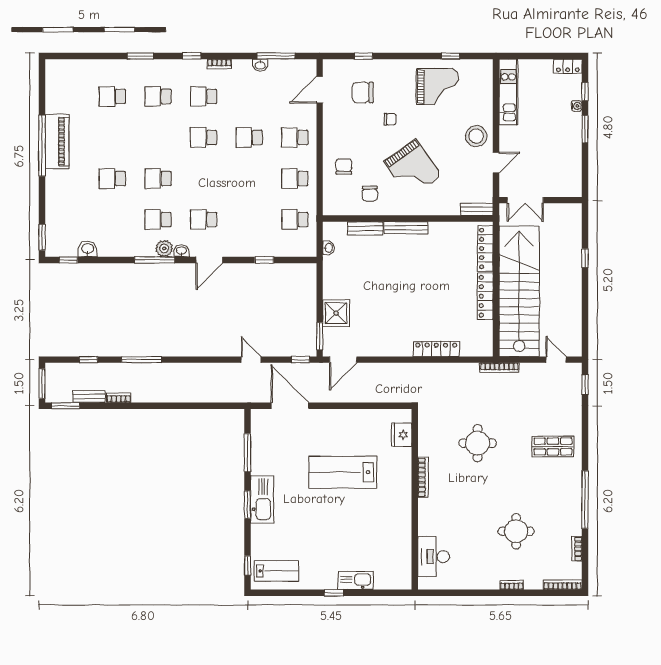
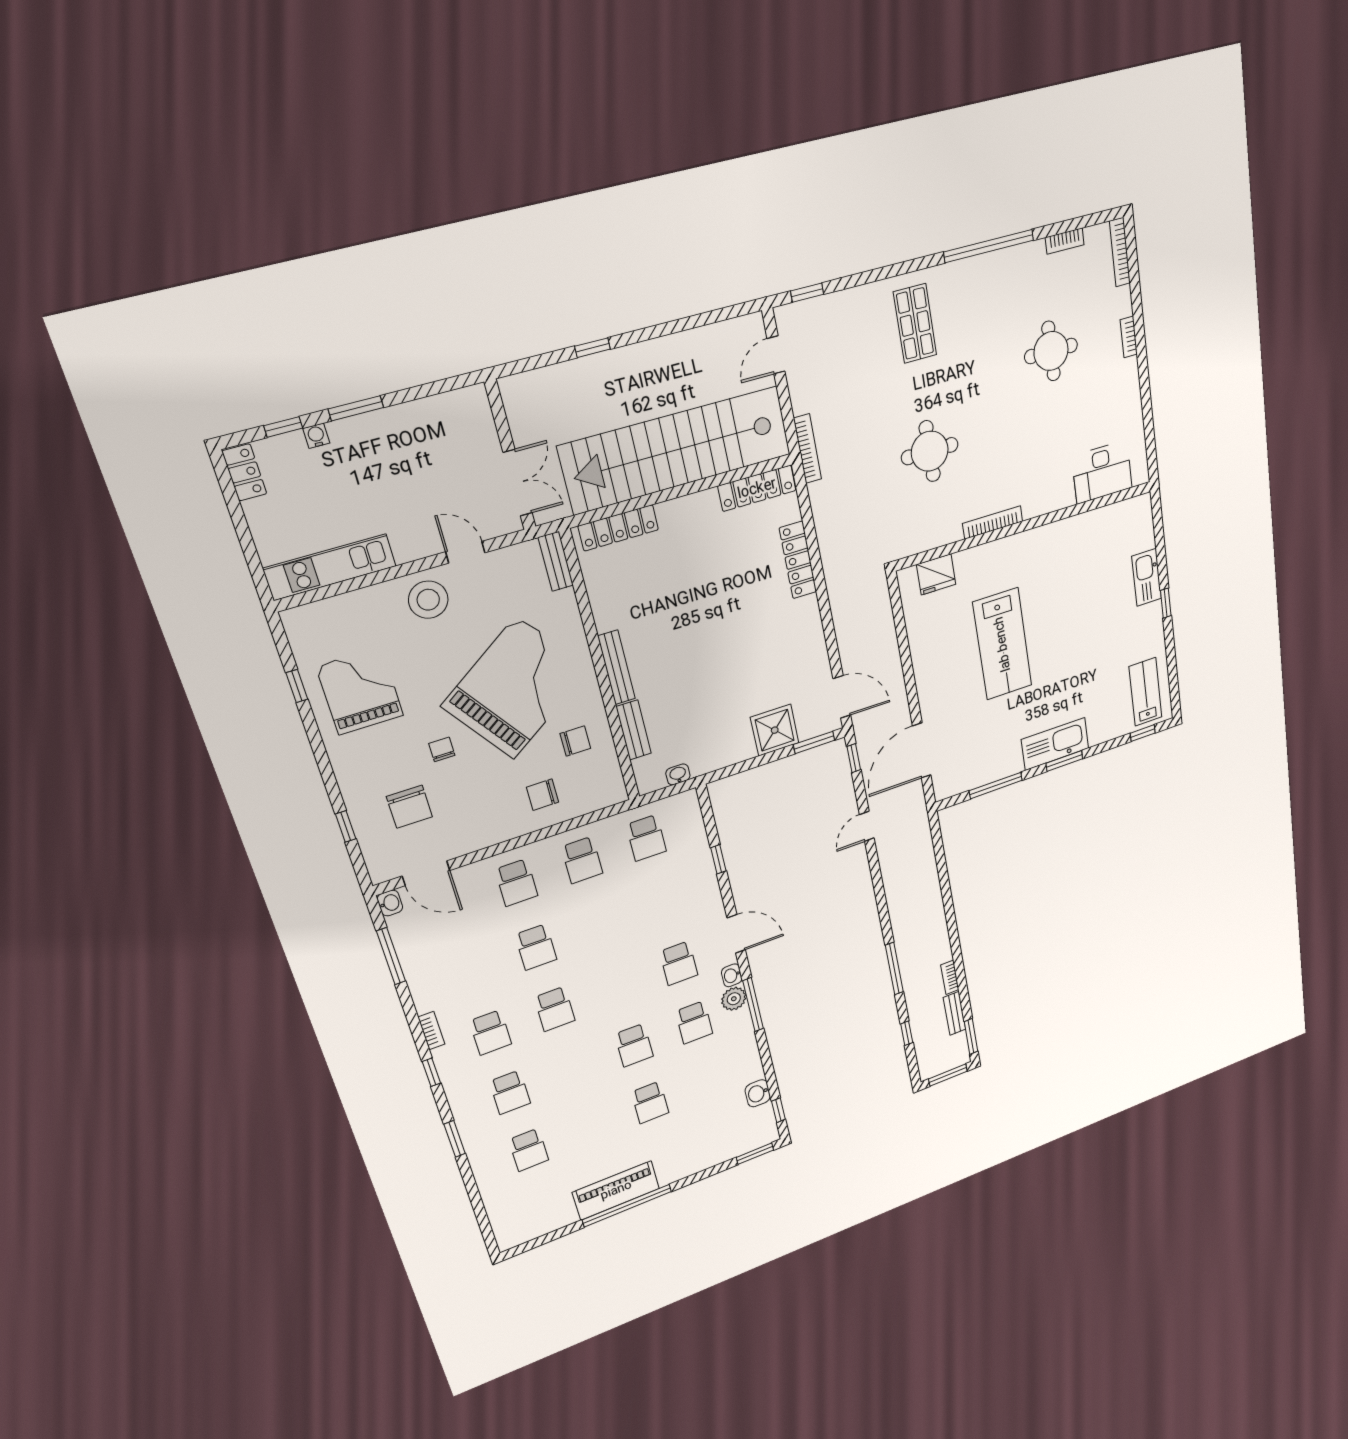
washbasin: (260, 65) -> (390, 903), moved
grand piano: (412, 168) -> (515, 688), width x1.37, depth x1.48
locker: (485, 296) -> (757, 488), moved

